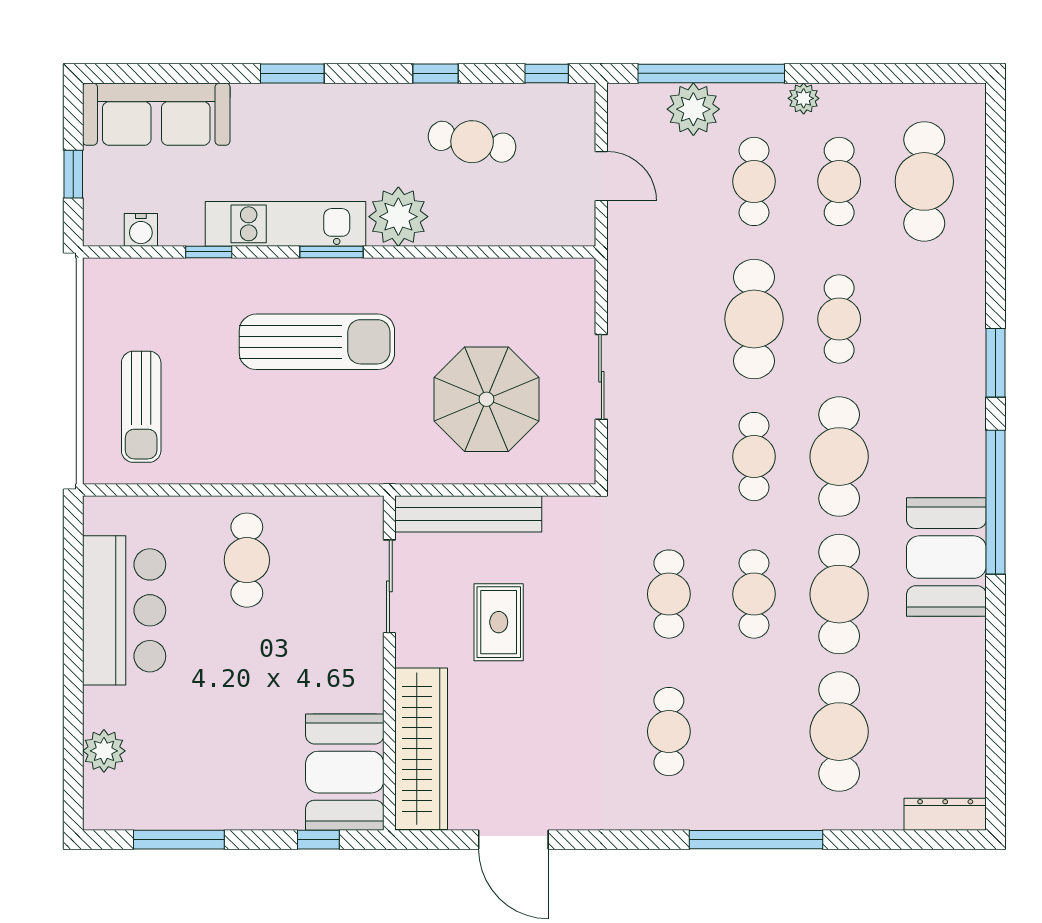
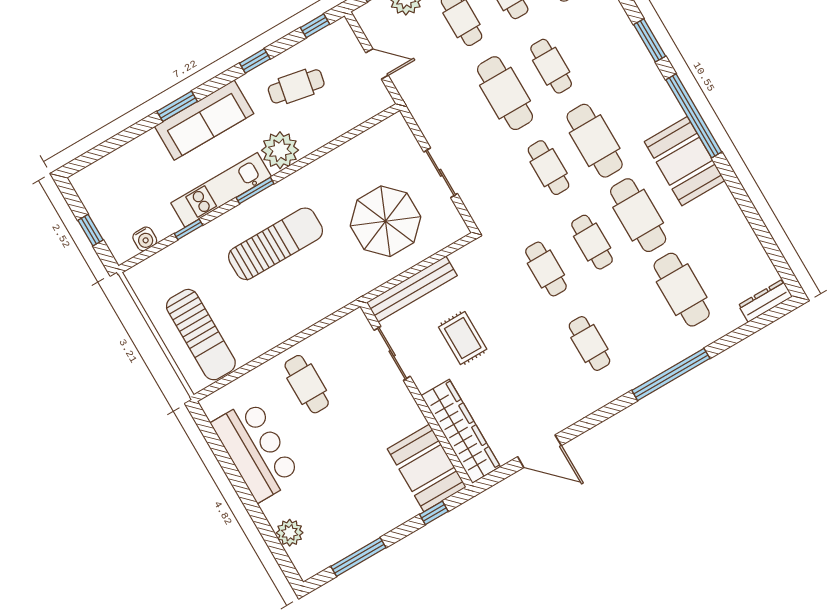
sofa: (156, 114) -> (204, 120), moved
sun lounger: (141, 407) -> (201, 335), width x1.36, depth x1.34

